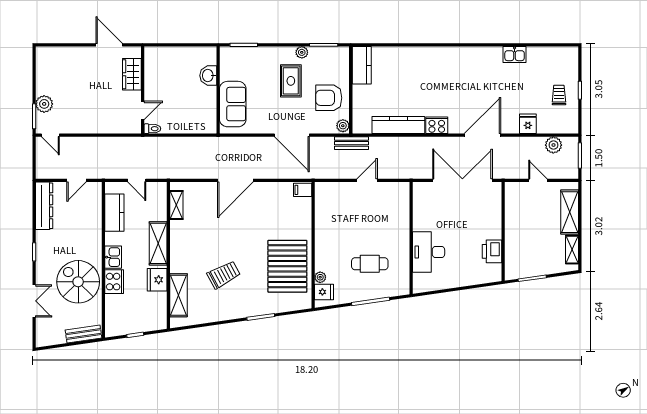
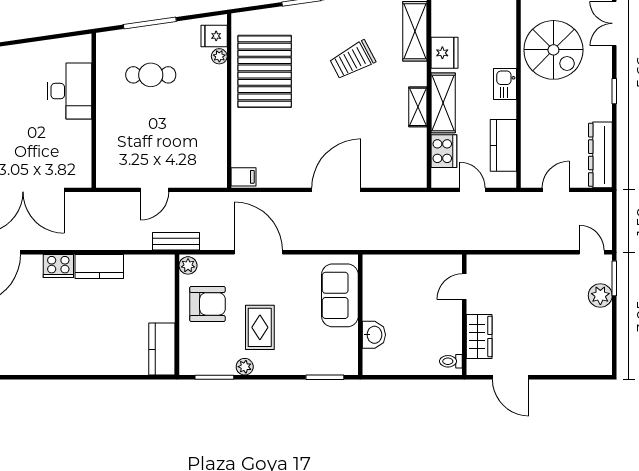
kitchen counter: (398, 125) -> (99, 266), width x0.67
toilet: (152, 129) -> (451, 361), moved
shelving: (176, 205) -> (418, 107), moved
cooker: (114, 282) -> (444, 151), moved, turned 180

